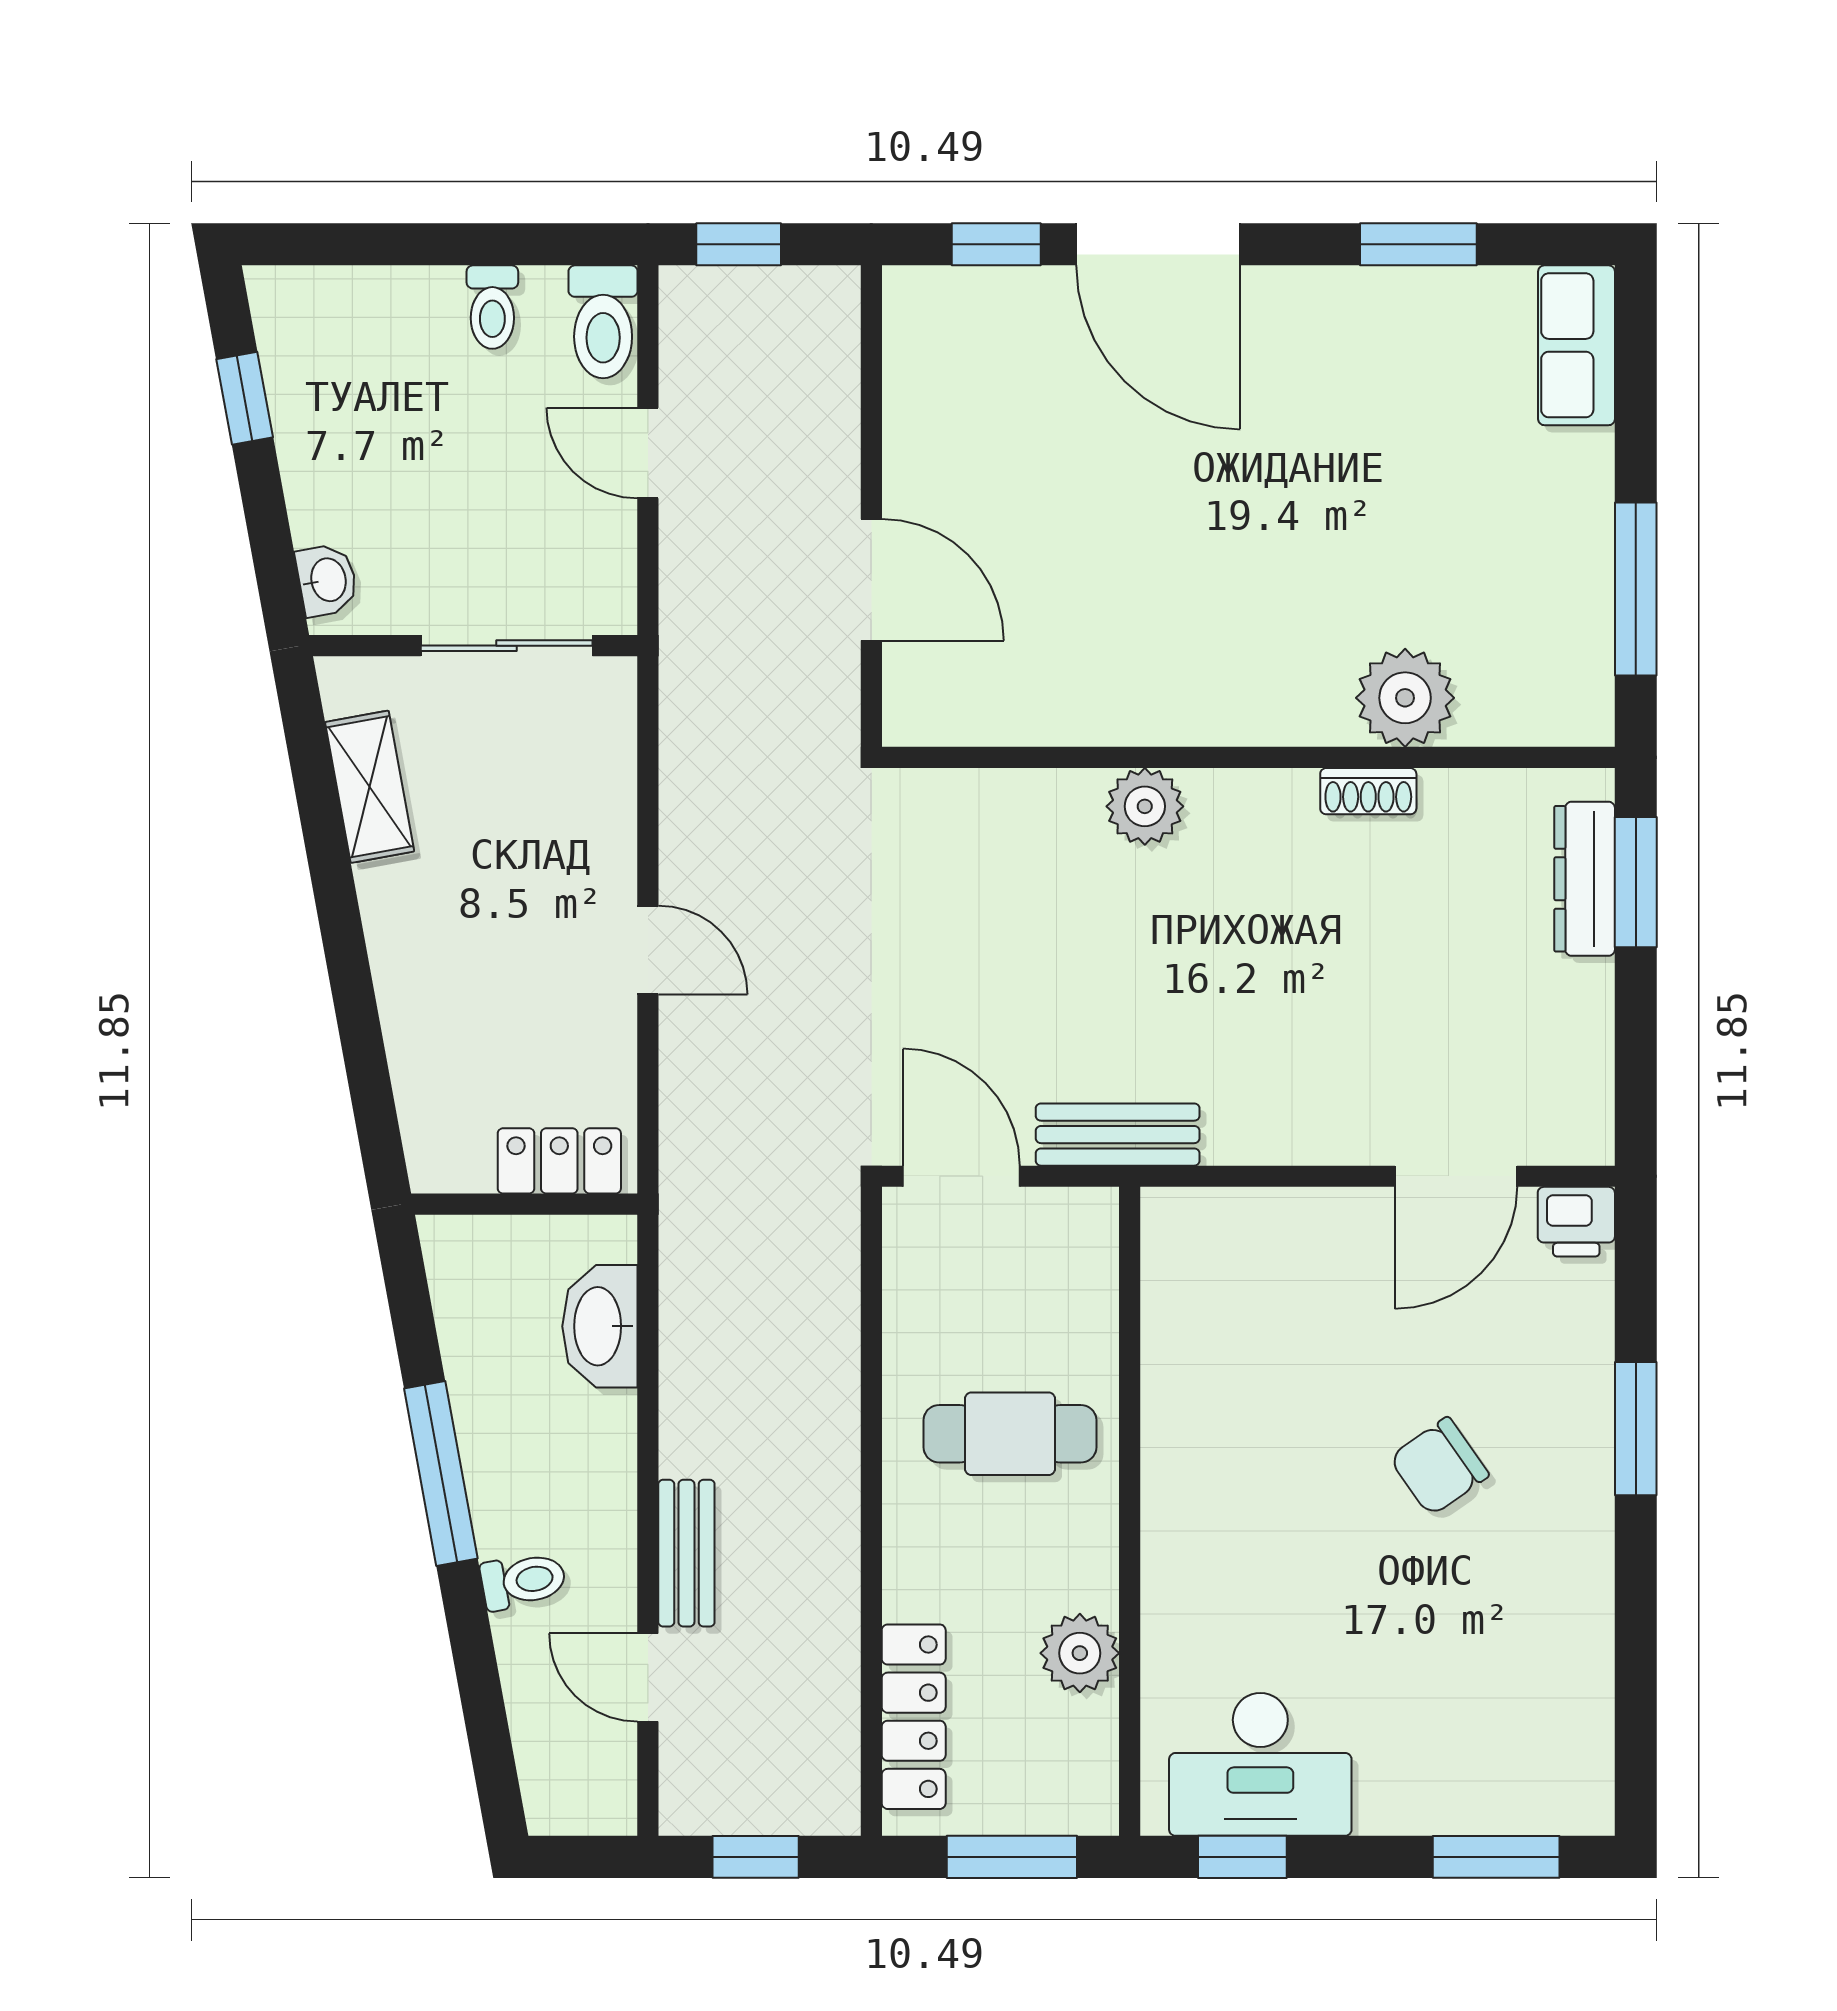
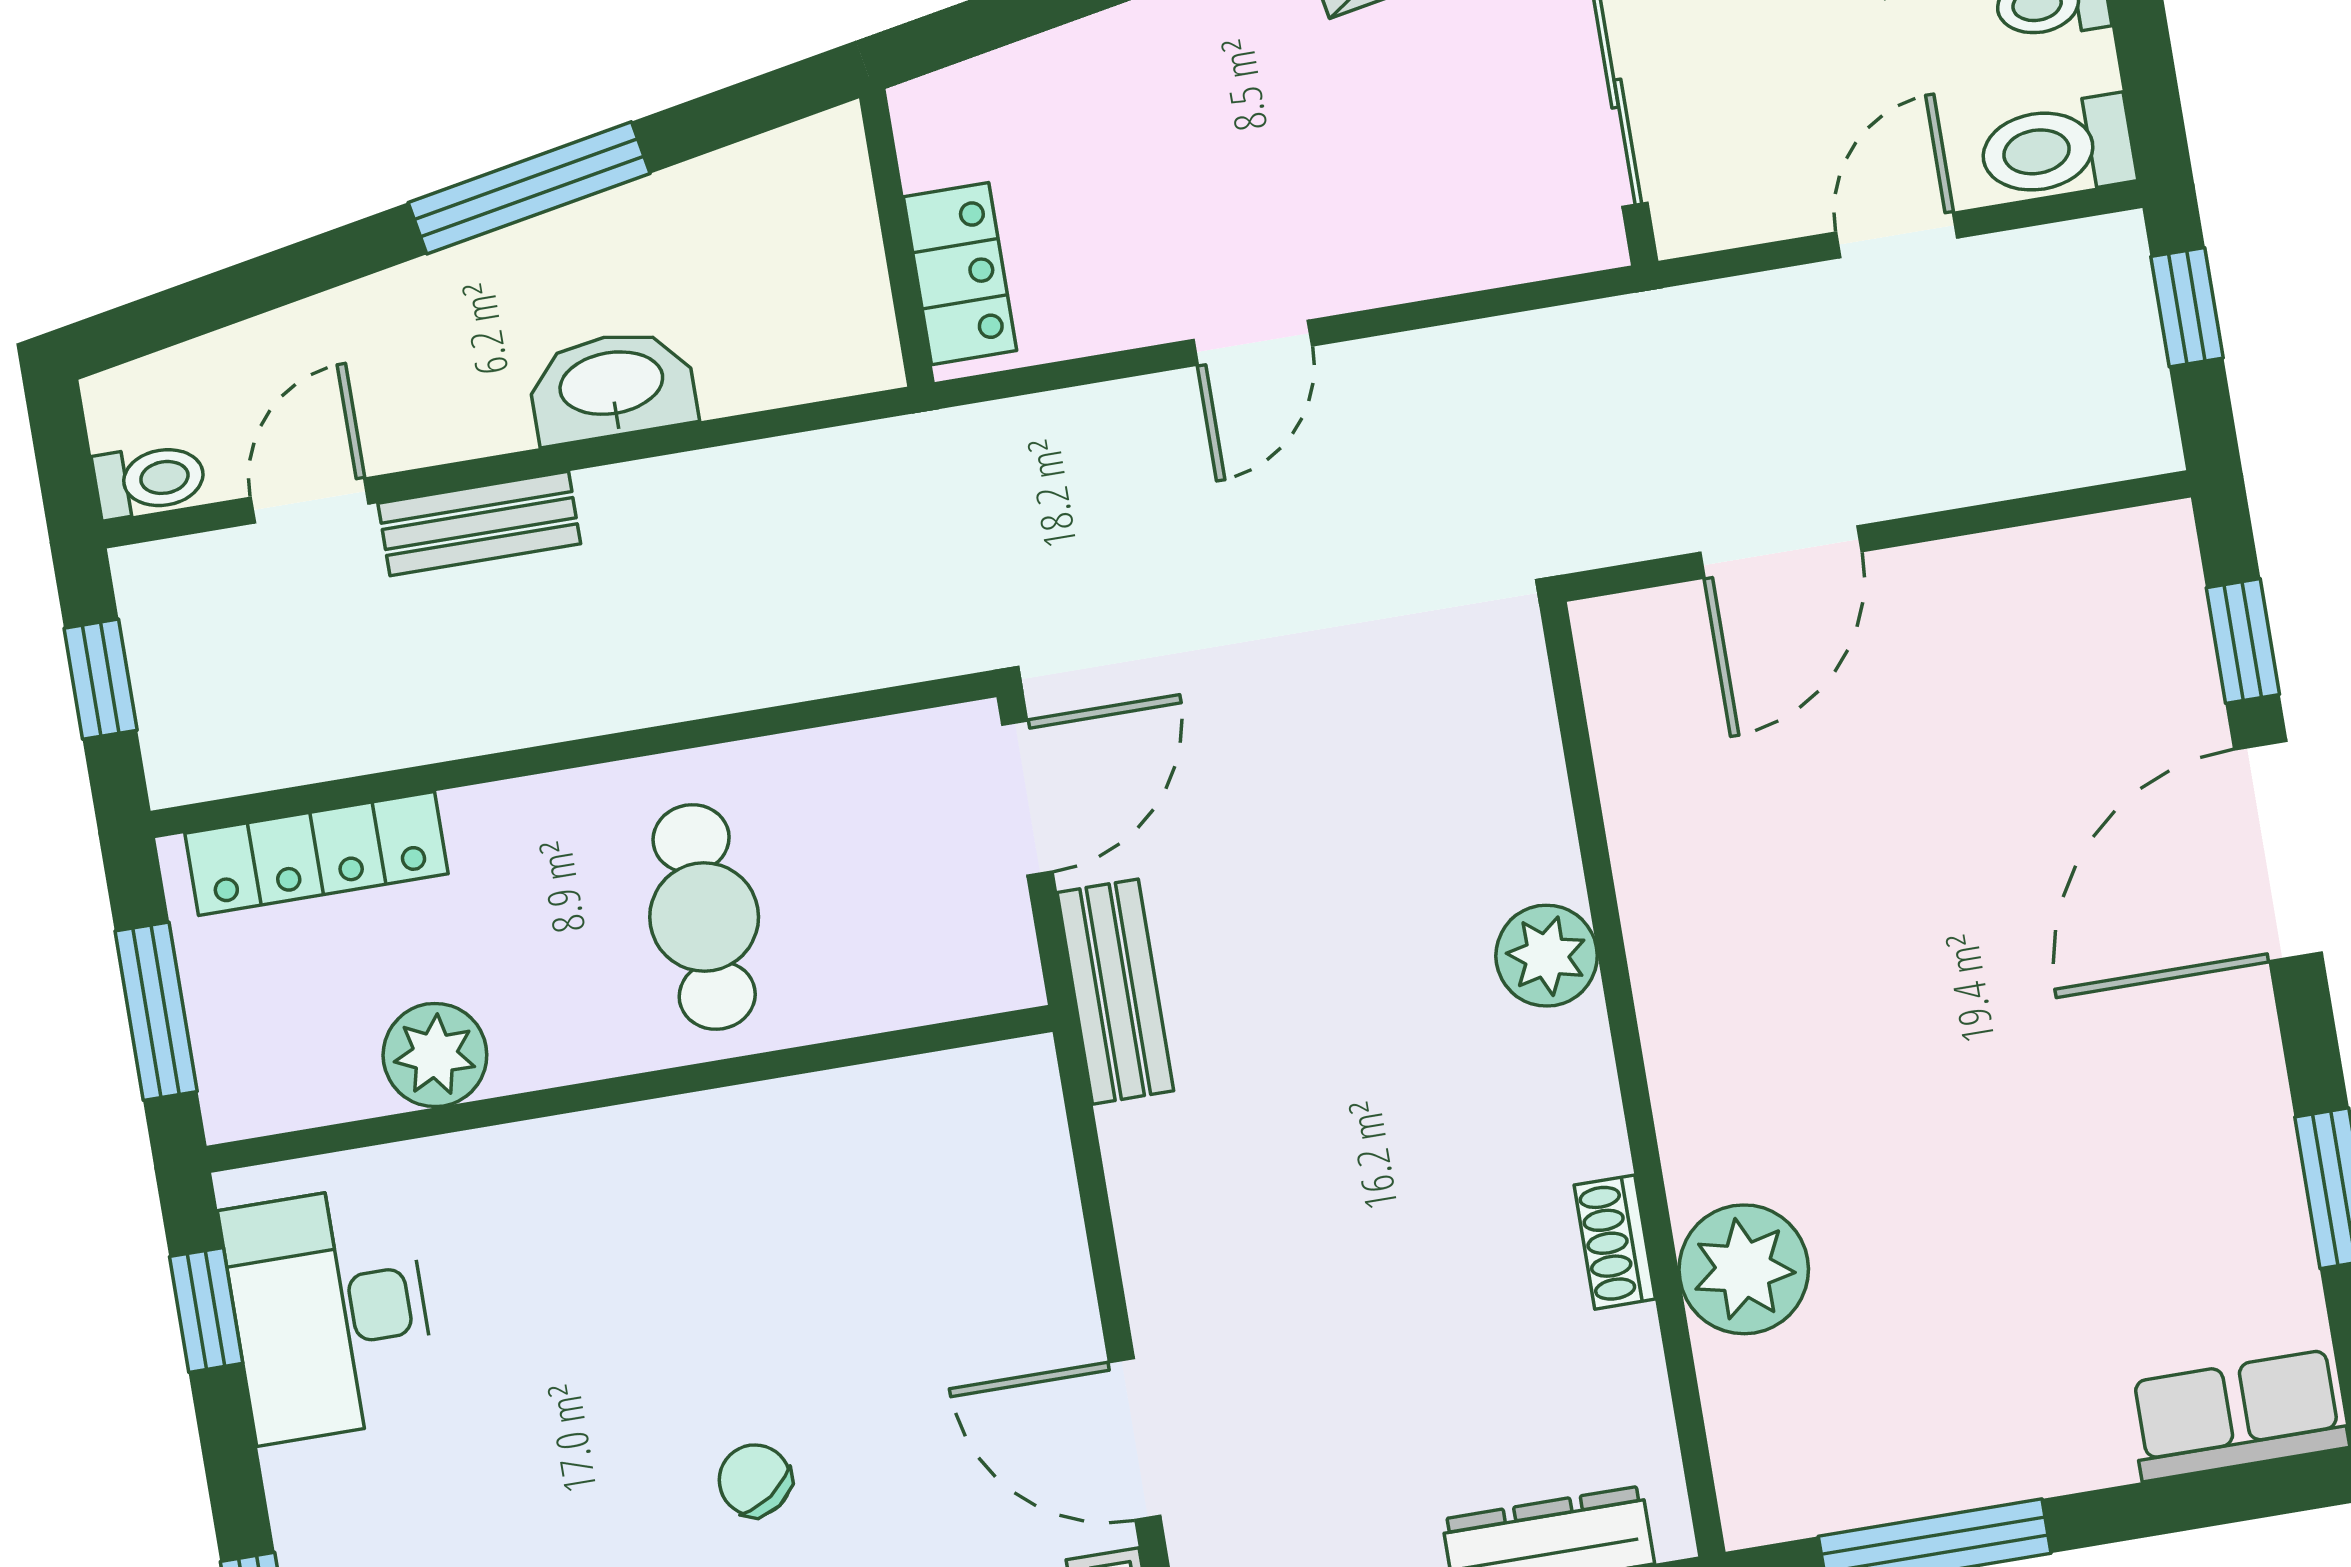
washbasin: (600, 1326) -> (612, 386), moved
chair: (1439, 1466) -> (755, 1480), width x0.73, depth x0.73
toilet: (523, 1581) -> (150, 480), moved, turned -80

